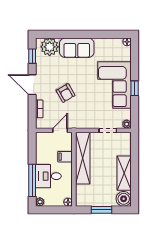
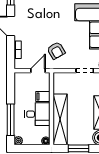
armchair: (66, 93) -> (56, 51), moved
shelving: (83, 158) -> (60, 119), moved
desk: (48, 176) -> (37, 114), moved, turned 180

